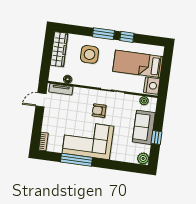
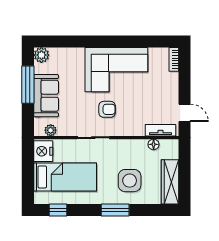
window: (127, 37) -> (58, 210), moved
door: (41, 100) -> (185, 113), hinge flipped
window: (156, 138) -> (28, 85), width x2.17
window: (76, 160) -> (128, 41), removed

